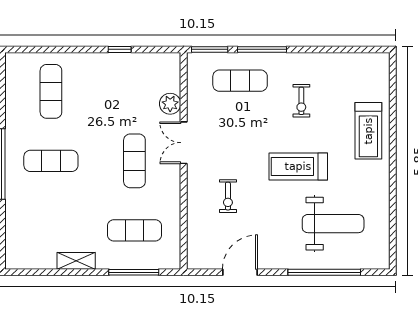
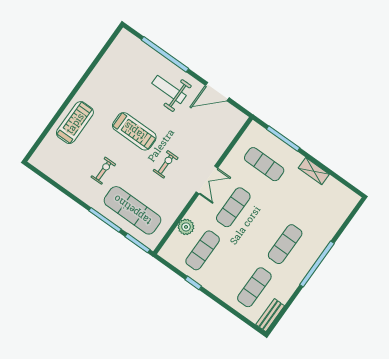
bench: (13, 74) -> (270, 315), added
exercise mat: (240, 81) -> (132, 210), width x1.36, depth x1.45
exercise mat: (134, 91) -> (203, 250), added
double door: (184, 143) -> (207, 180), moved
exercise mat: (51, 161) -> (285, 244), turned 90
exercise bike: (228, 196) -> (166, 164), moved
weight bench: (333, 224) -> (169, 89), moved, width x0.73, depth x0.75

